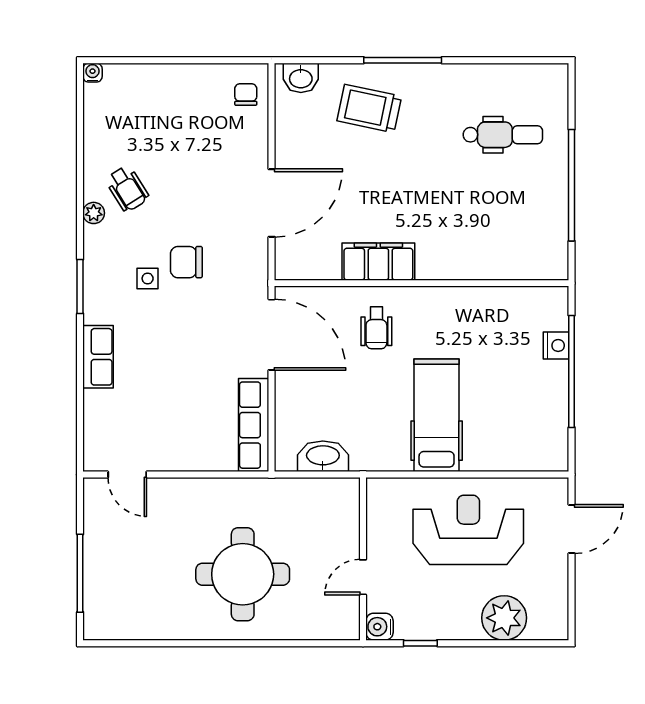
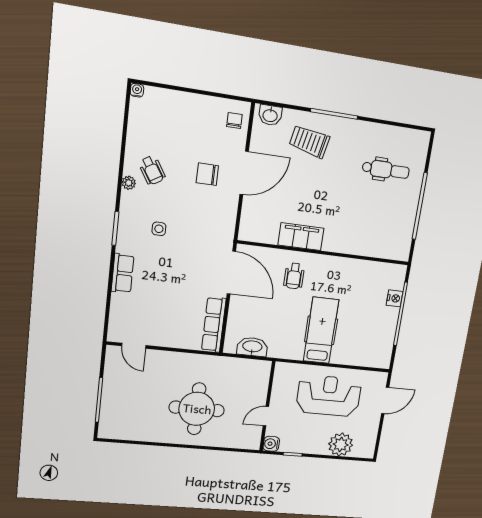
door: (272, 203) -> (244, 173), moved
chair: (186, 262) -> (207, 174), moved

